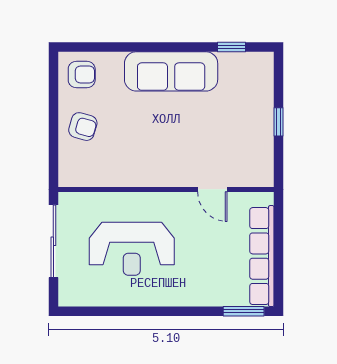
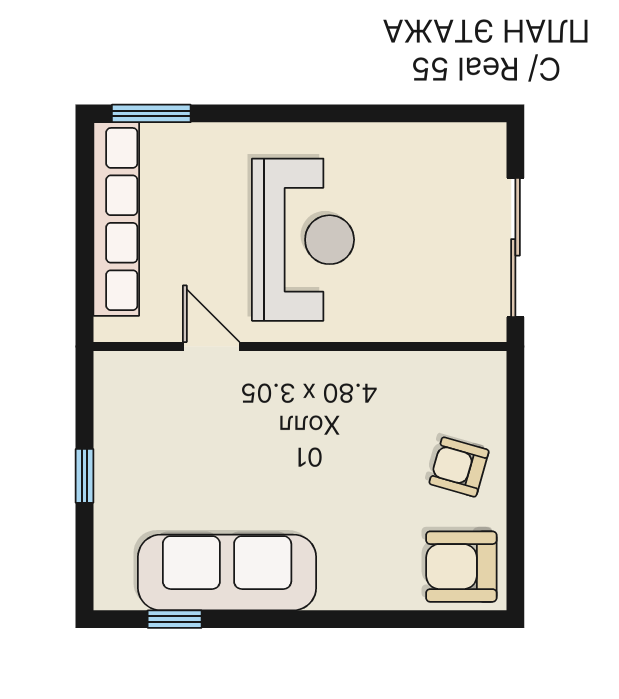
sofa: (171, 71) -> (227, 572), moved
armchair: (82, 75) -> (461, 567), width x1.38, depth x1.38
reception desk: (132, 249) -> (303, 240), moved, turned 90

